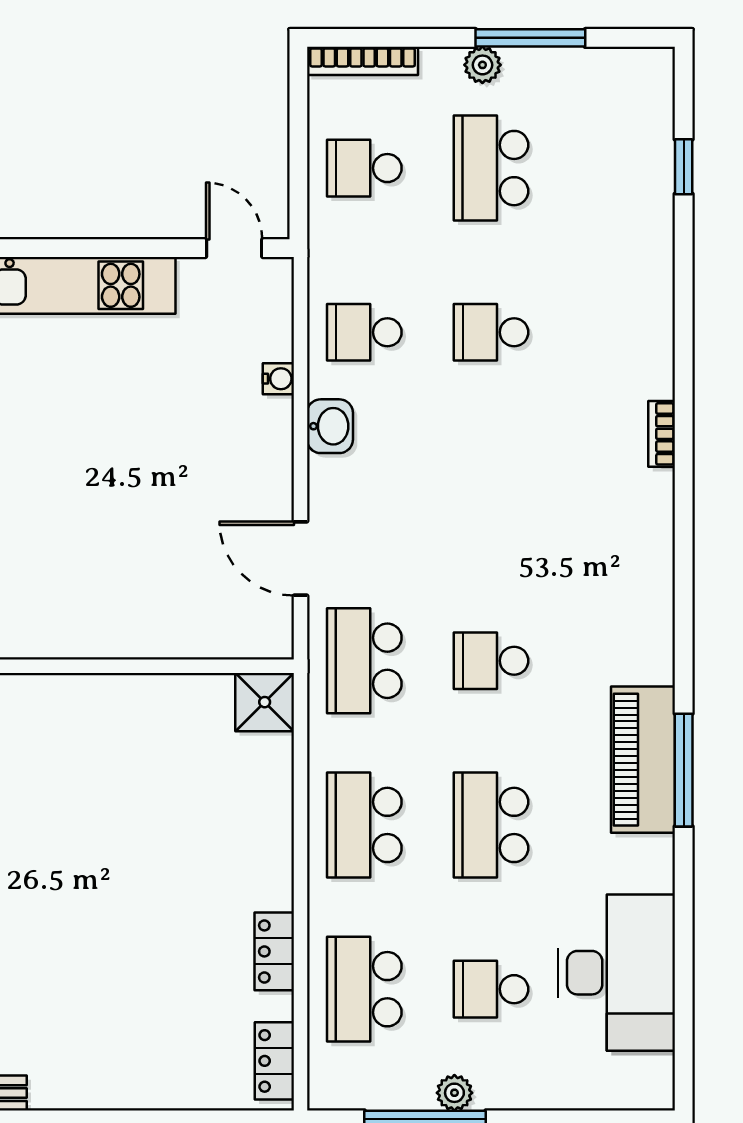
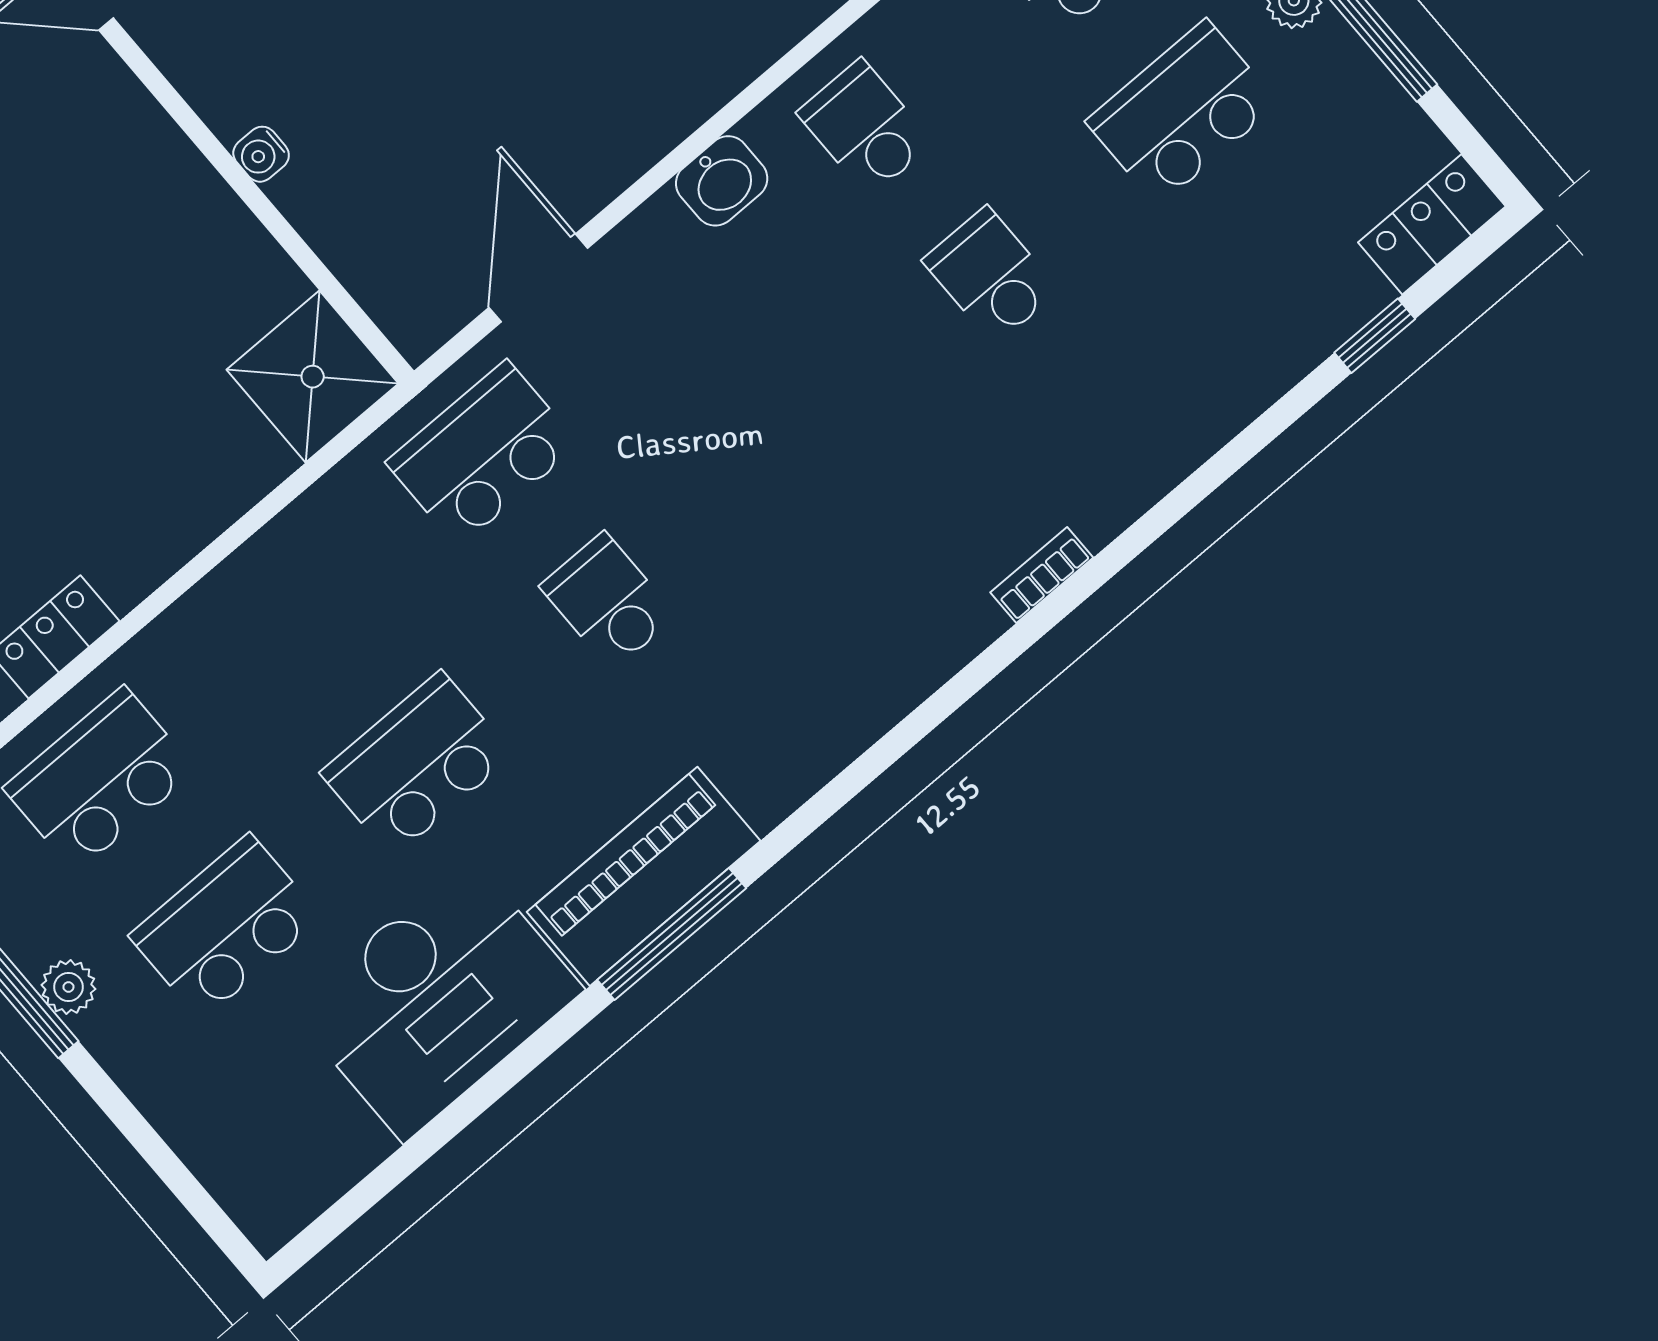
locker: (652, 91) -> (1432, 224), added
water cooler: (278, 379) -> (261, 154), moved, turned 90
shower: (265, 702) -> (313, 377), width x1.36, depth x1.36
school desk: (364, 825) -> (291, 616), removed
desk: (616, 973) -> (436, 999), moved
school desk: (491, 989) -> (225, 927), width x1.85

